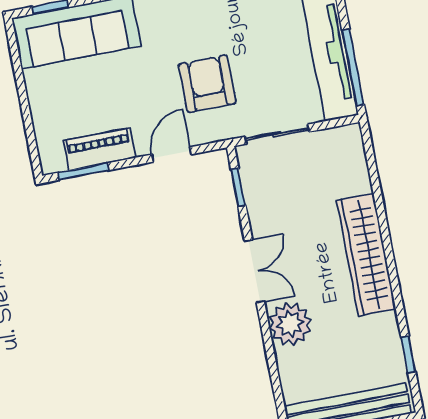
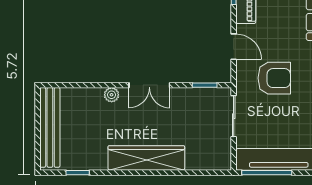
plant: (290, 324) -> (112, 95), width x0.53, depth x0.53

